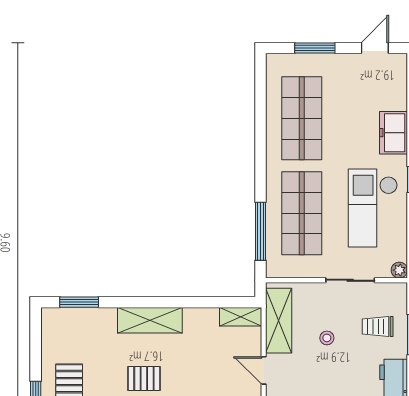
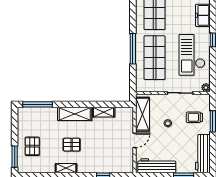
window: (260, 231) -> (133, 49), moved
window: (79, 302) -> (37, 104), width x1.44
shelving: (241, 317) -> (104, 112), moved
door: (264, 370) -> (135, 140), swing flipped

